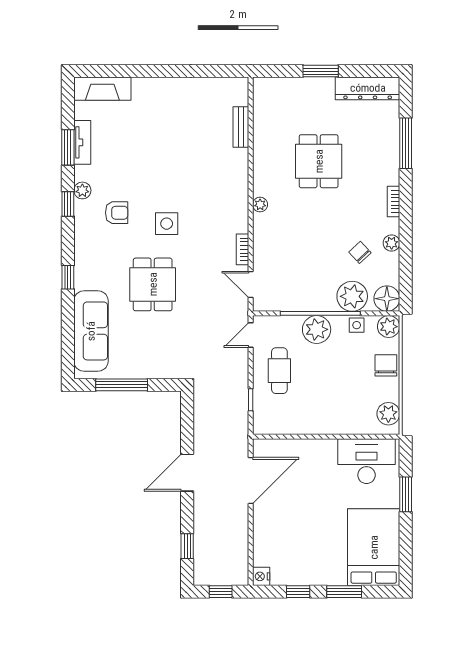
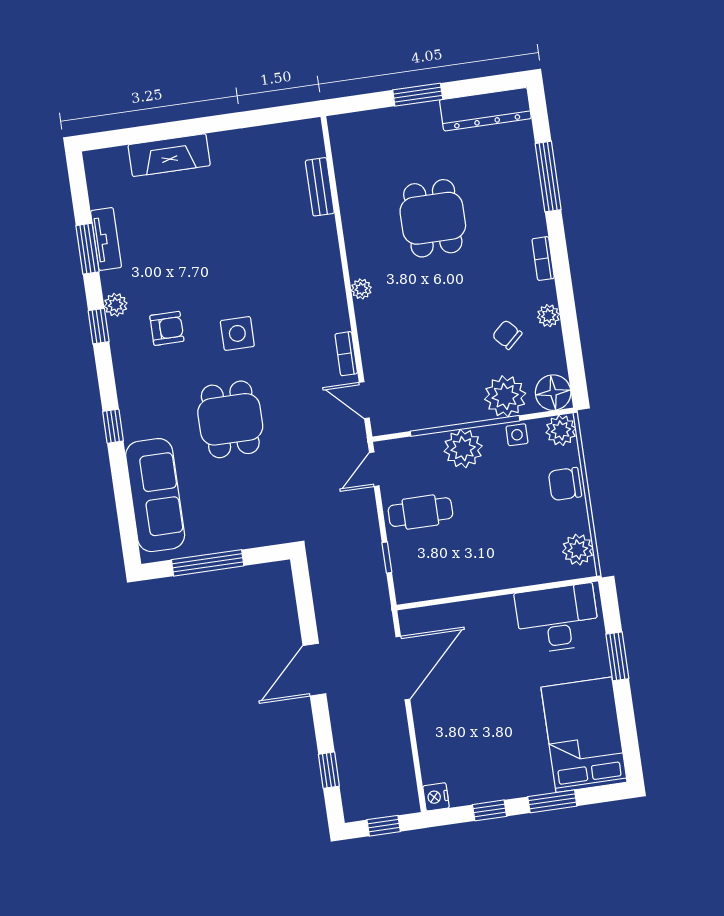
fireplace: (102, 89) -> (169, 155), moved
chair: (386, 365) -> (565, 484), turned -90
cafe table: (279, 371) -> (420, 512), turned 90

